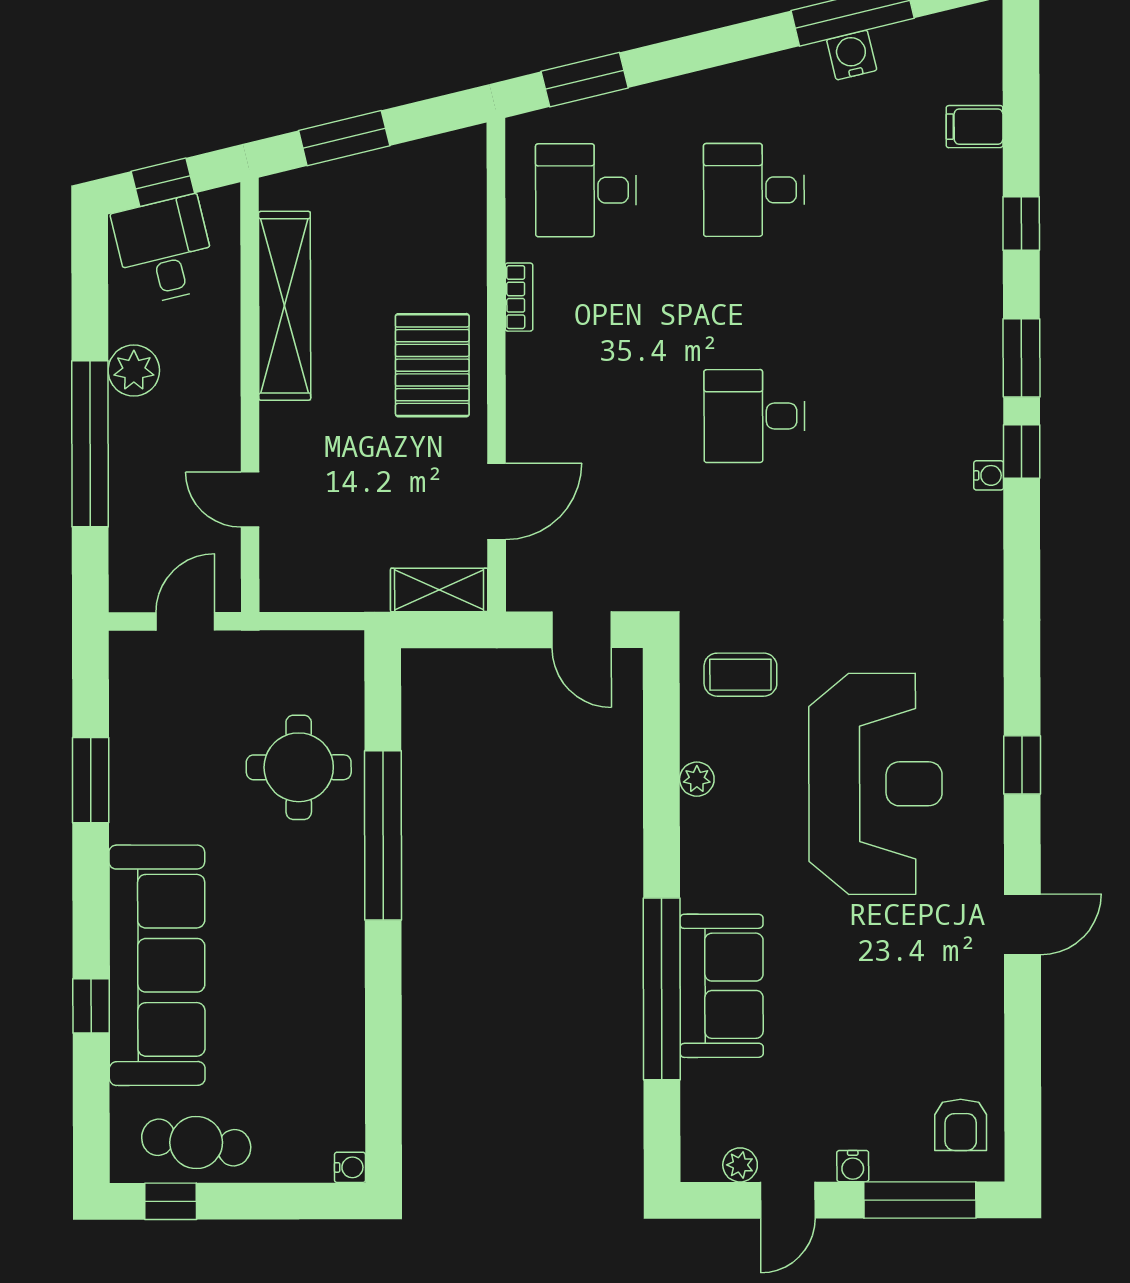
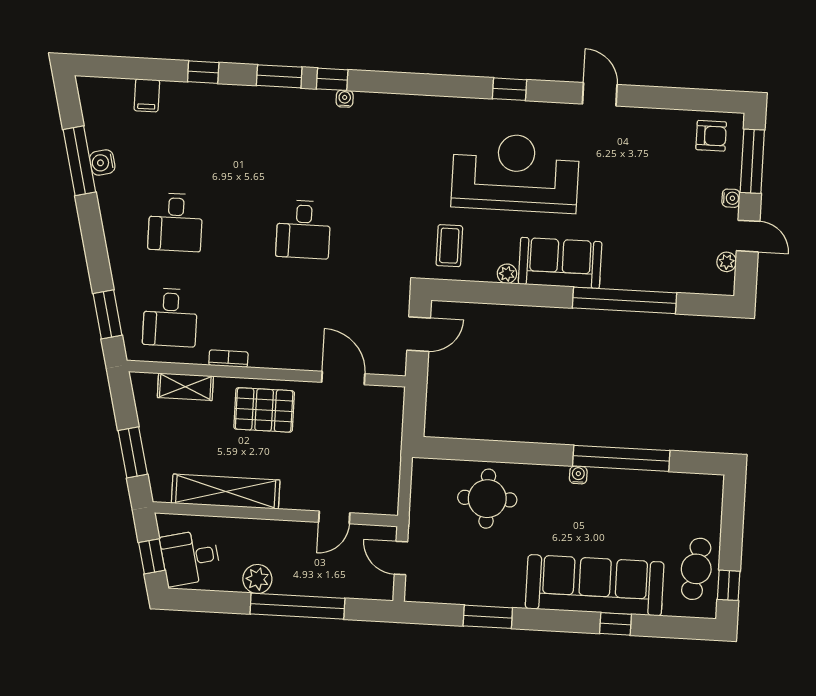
shelving: (439, 590) -> (185, 387), moved, turned 90
window: (383, 835) -> (621, 458), moved
sofa: (722, 986) -> (560, 263), moved
water cooler: (350, 1167) -> (578, 475), moved

